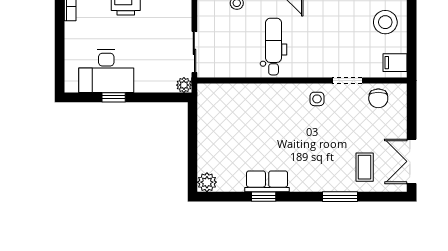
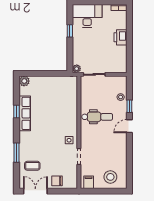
desk: (106, 71) -> (87, 16), moved, turned 90
chair: (378, 98) -> (57, 181), moved
row of seats: (267, 181) -> (25, 113), width x1.48

